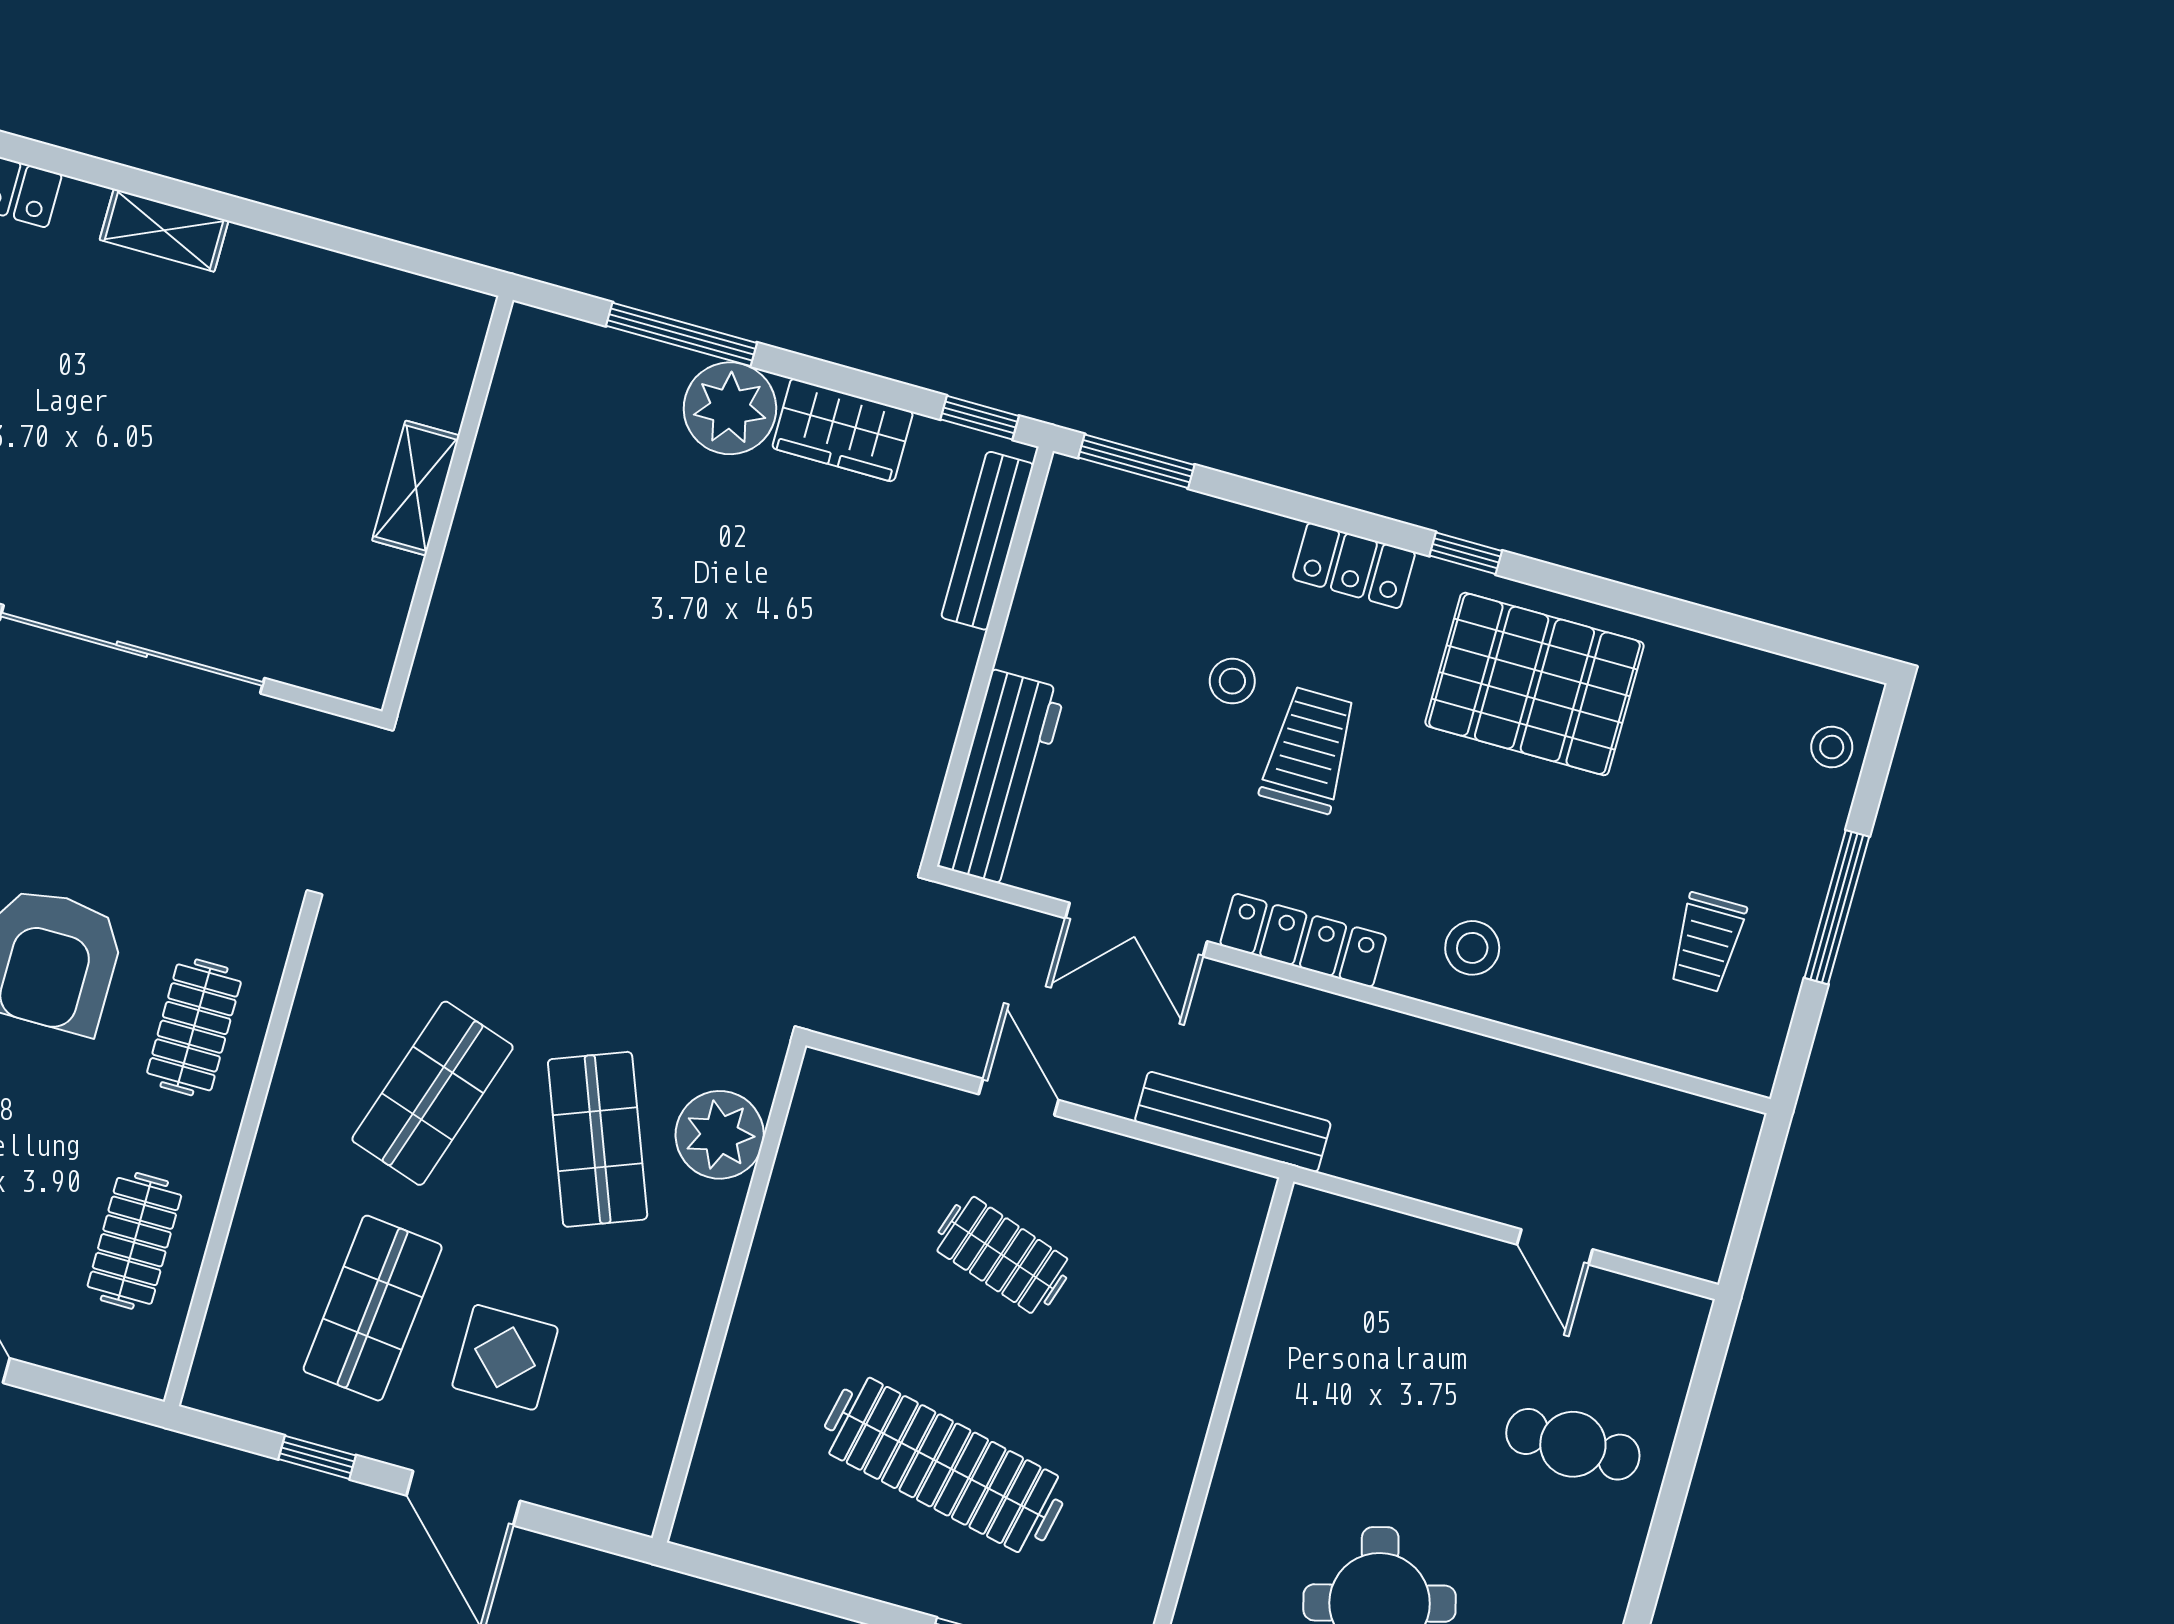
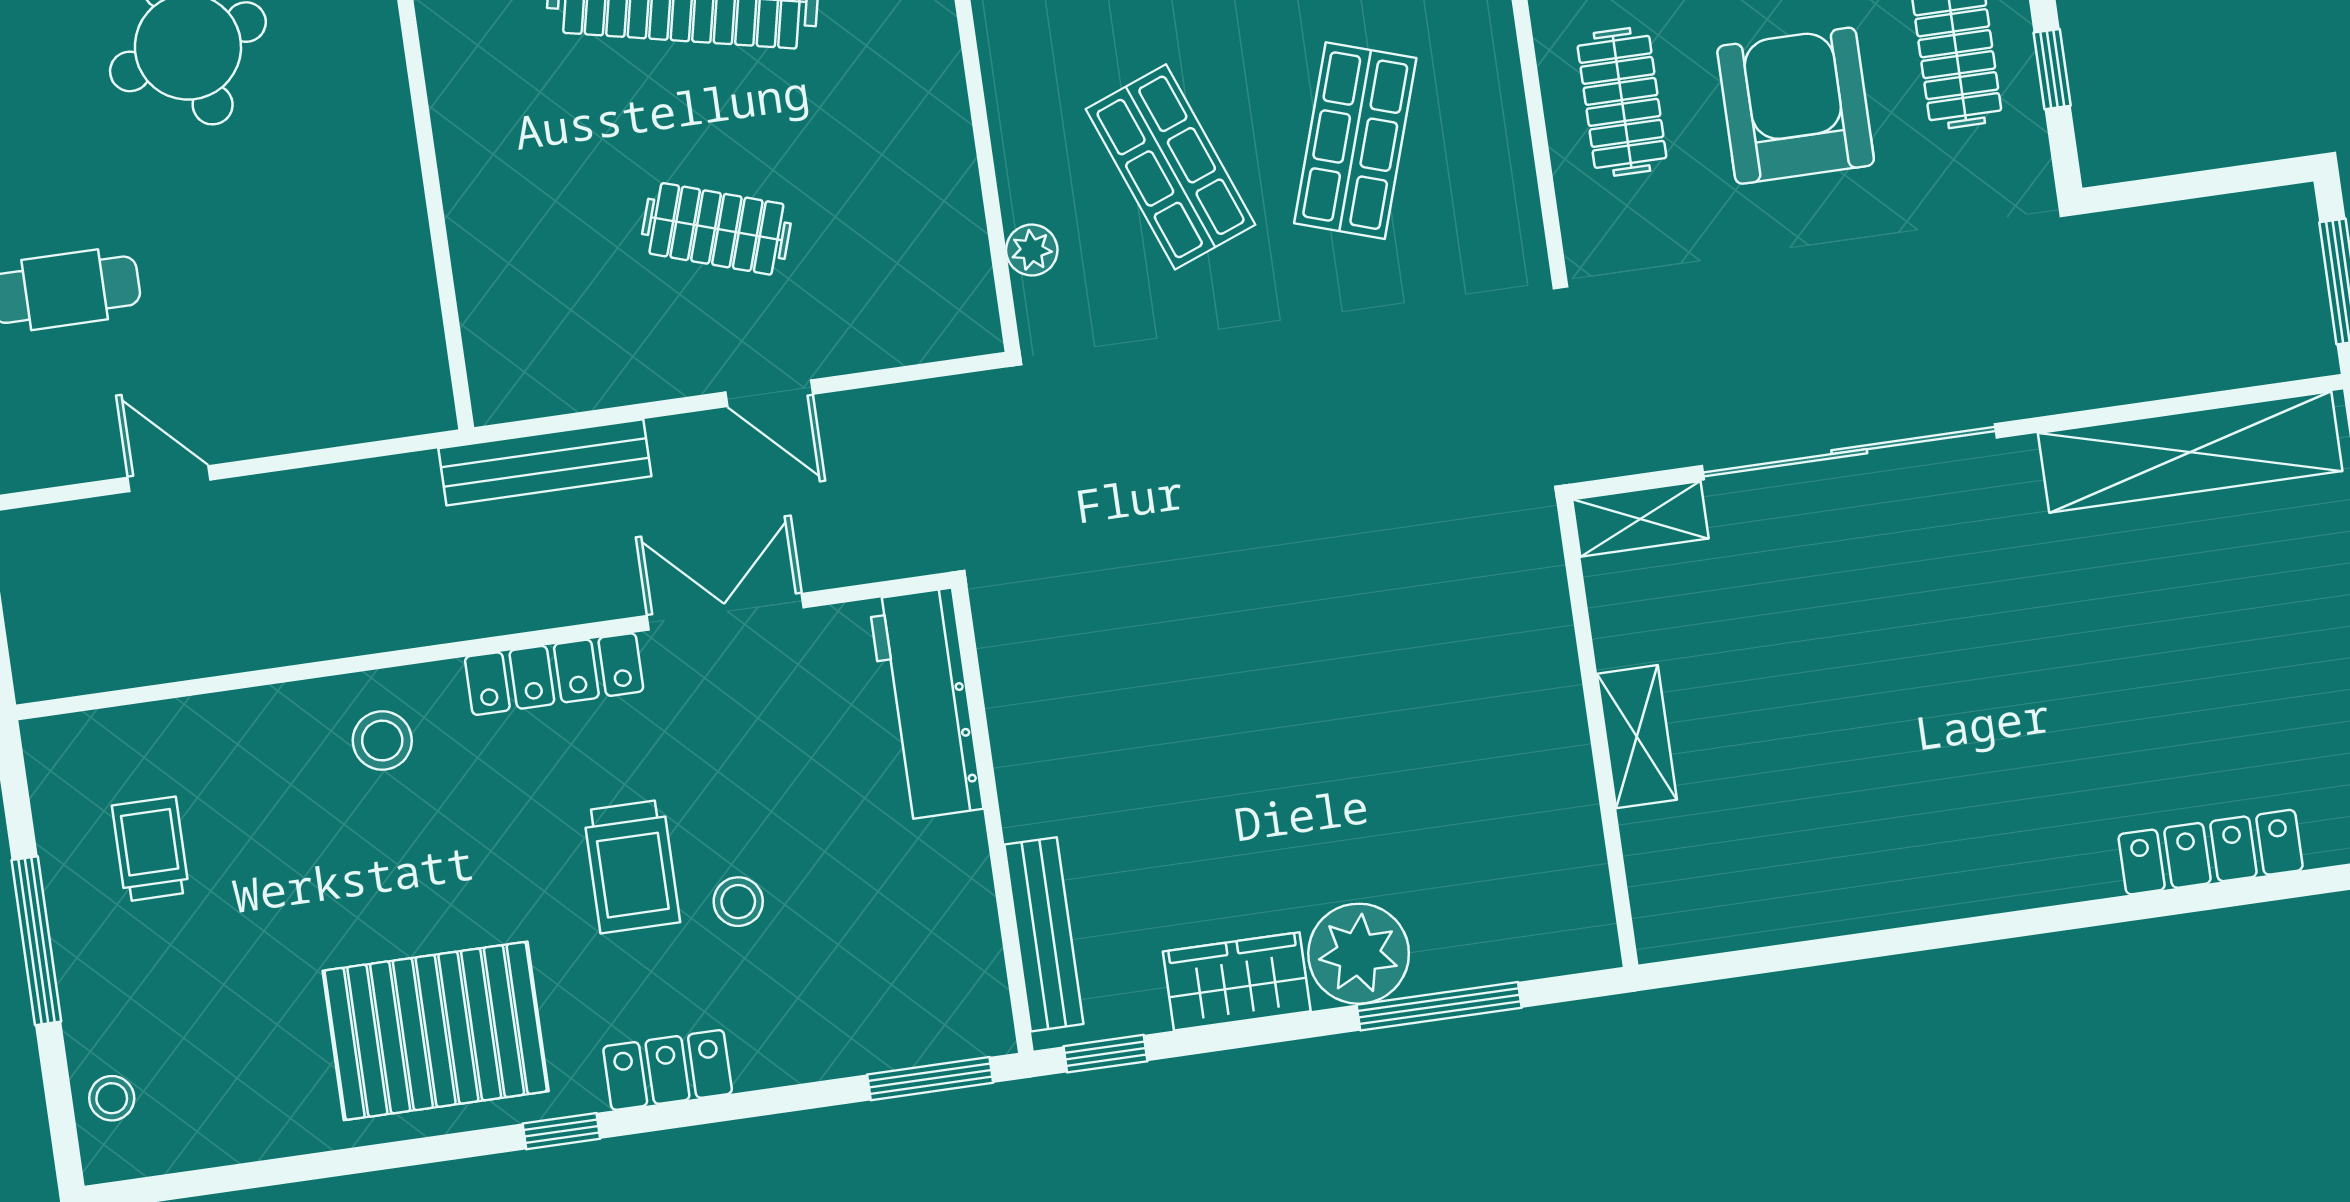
shelving: (164, 230) -> (1640, 519), moved
plant: (720, 1135) -> (1032, 250), width x0.53, depth x0.53

